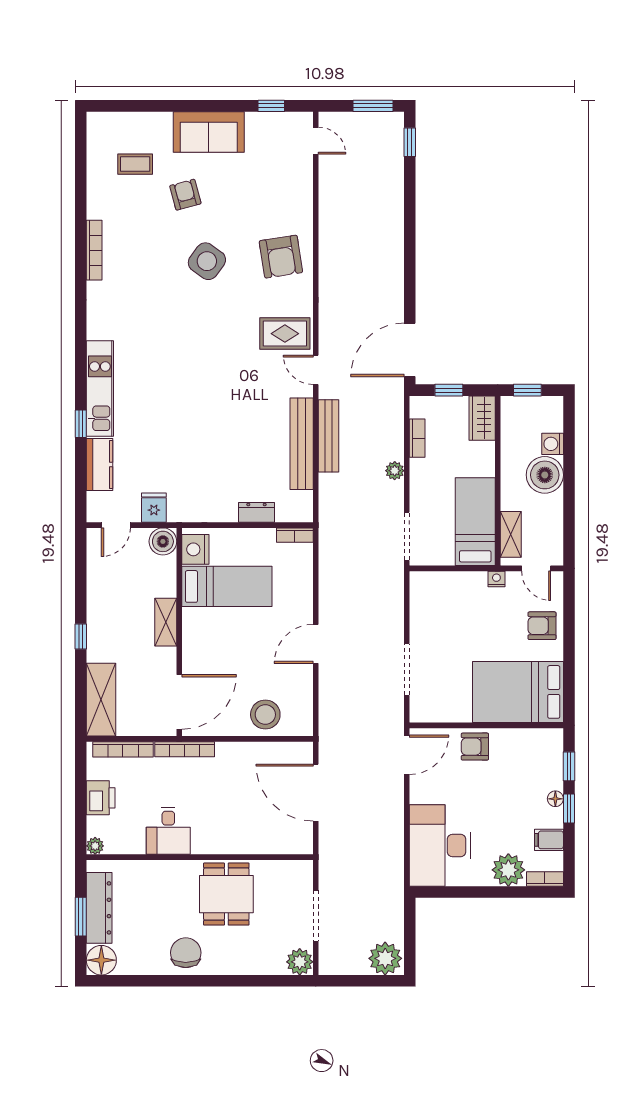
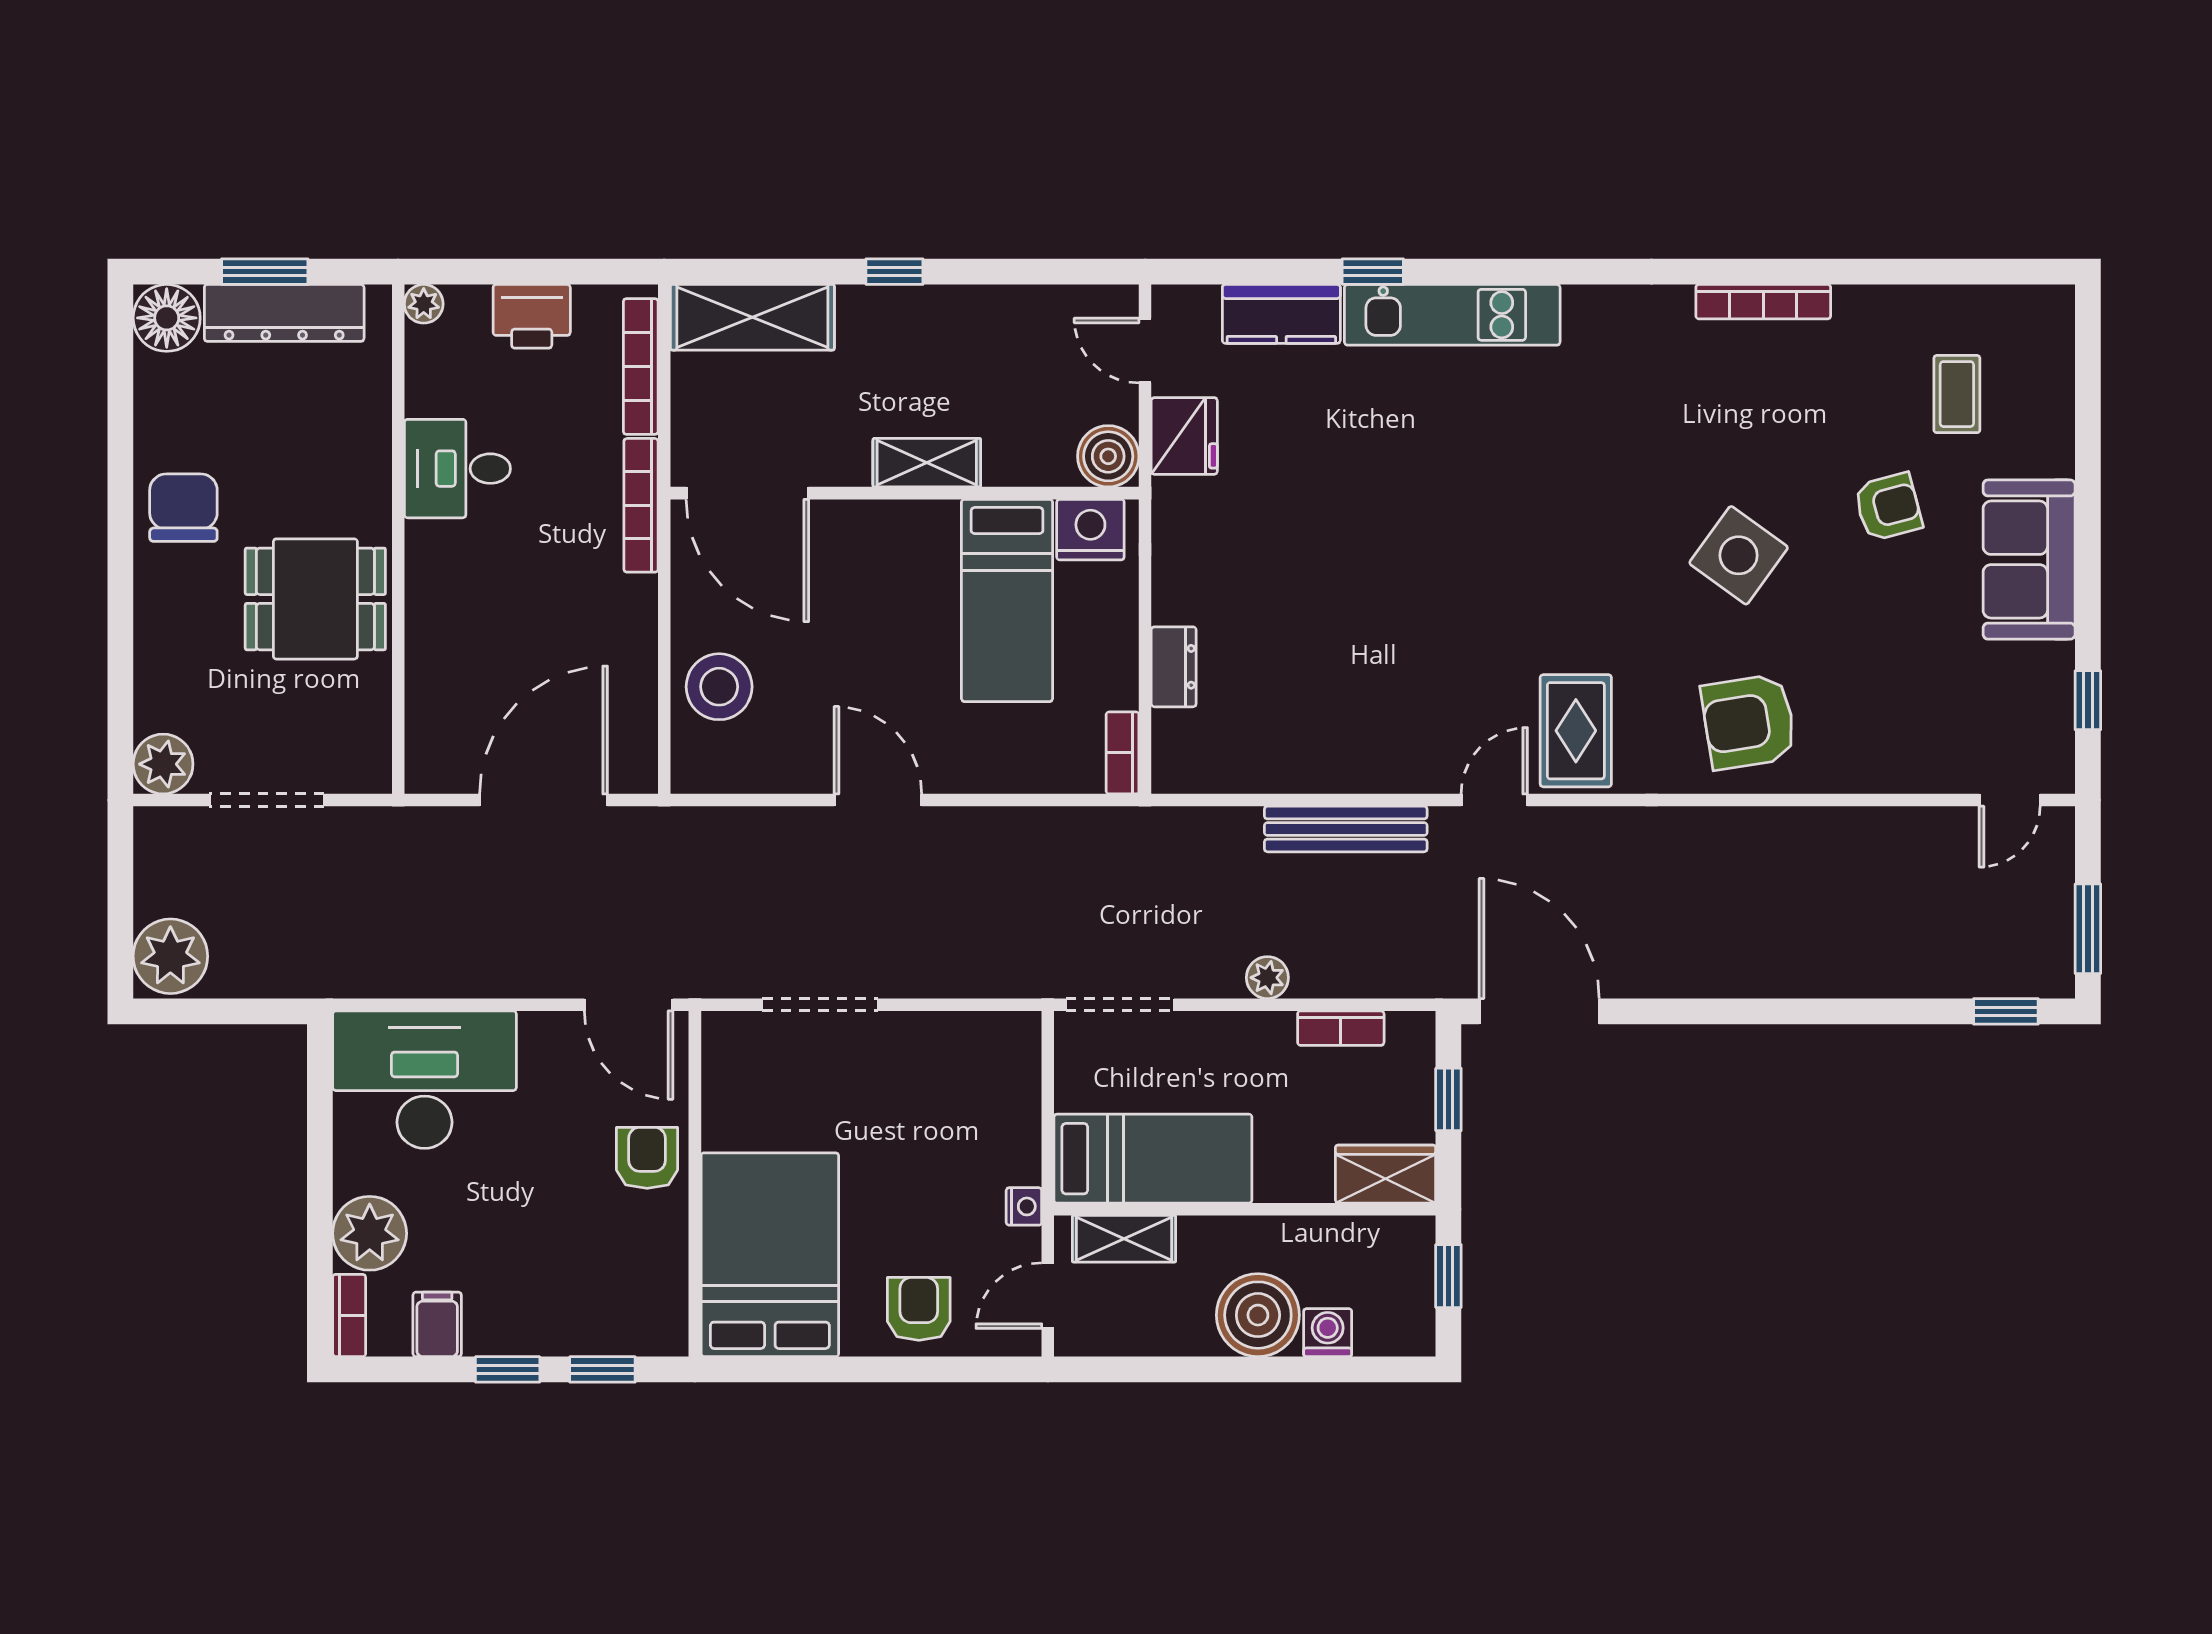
bench: (302, 444) -> (1328, 768), removed
fridge: (154, 508) -> (1184, 436), width x1.38
floor lamp: (555, 799) -> (530, 1339), removed
chair: (186, 953) -> (183, 508), turned -90

